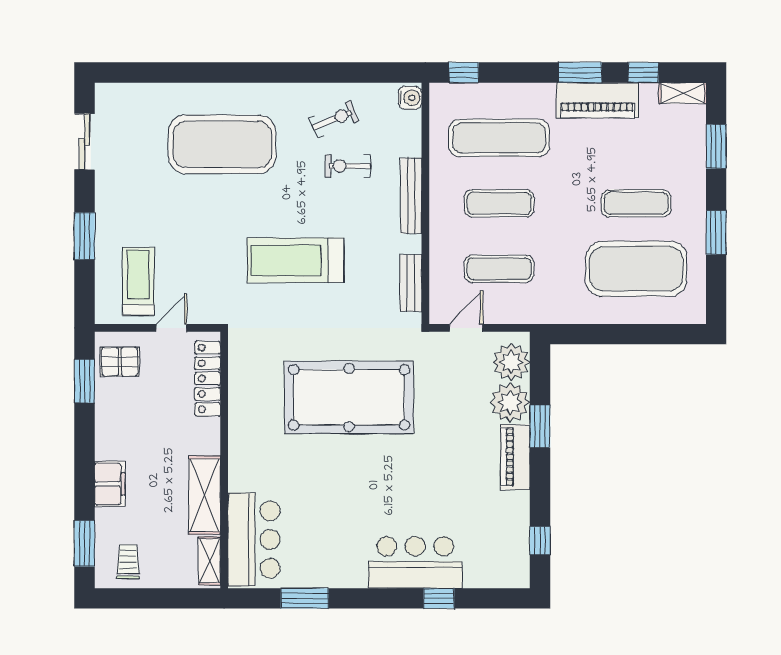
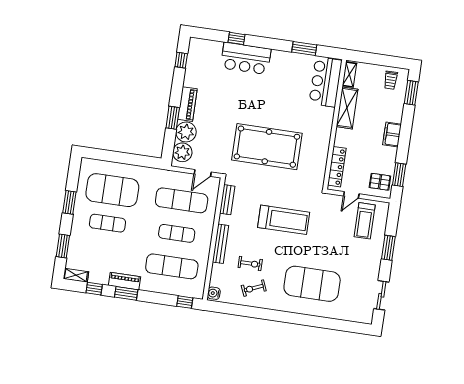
piano: (597, 100) -> (125, 281), width x0.73, depth x0.75
exercise mat: (499, 269) -> (182, 200), width x1.36, depth x1.45
filing cabinet: (110, 484) -> (392, 134), moved

